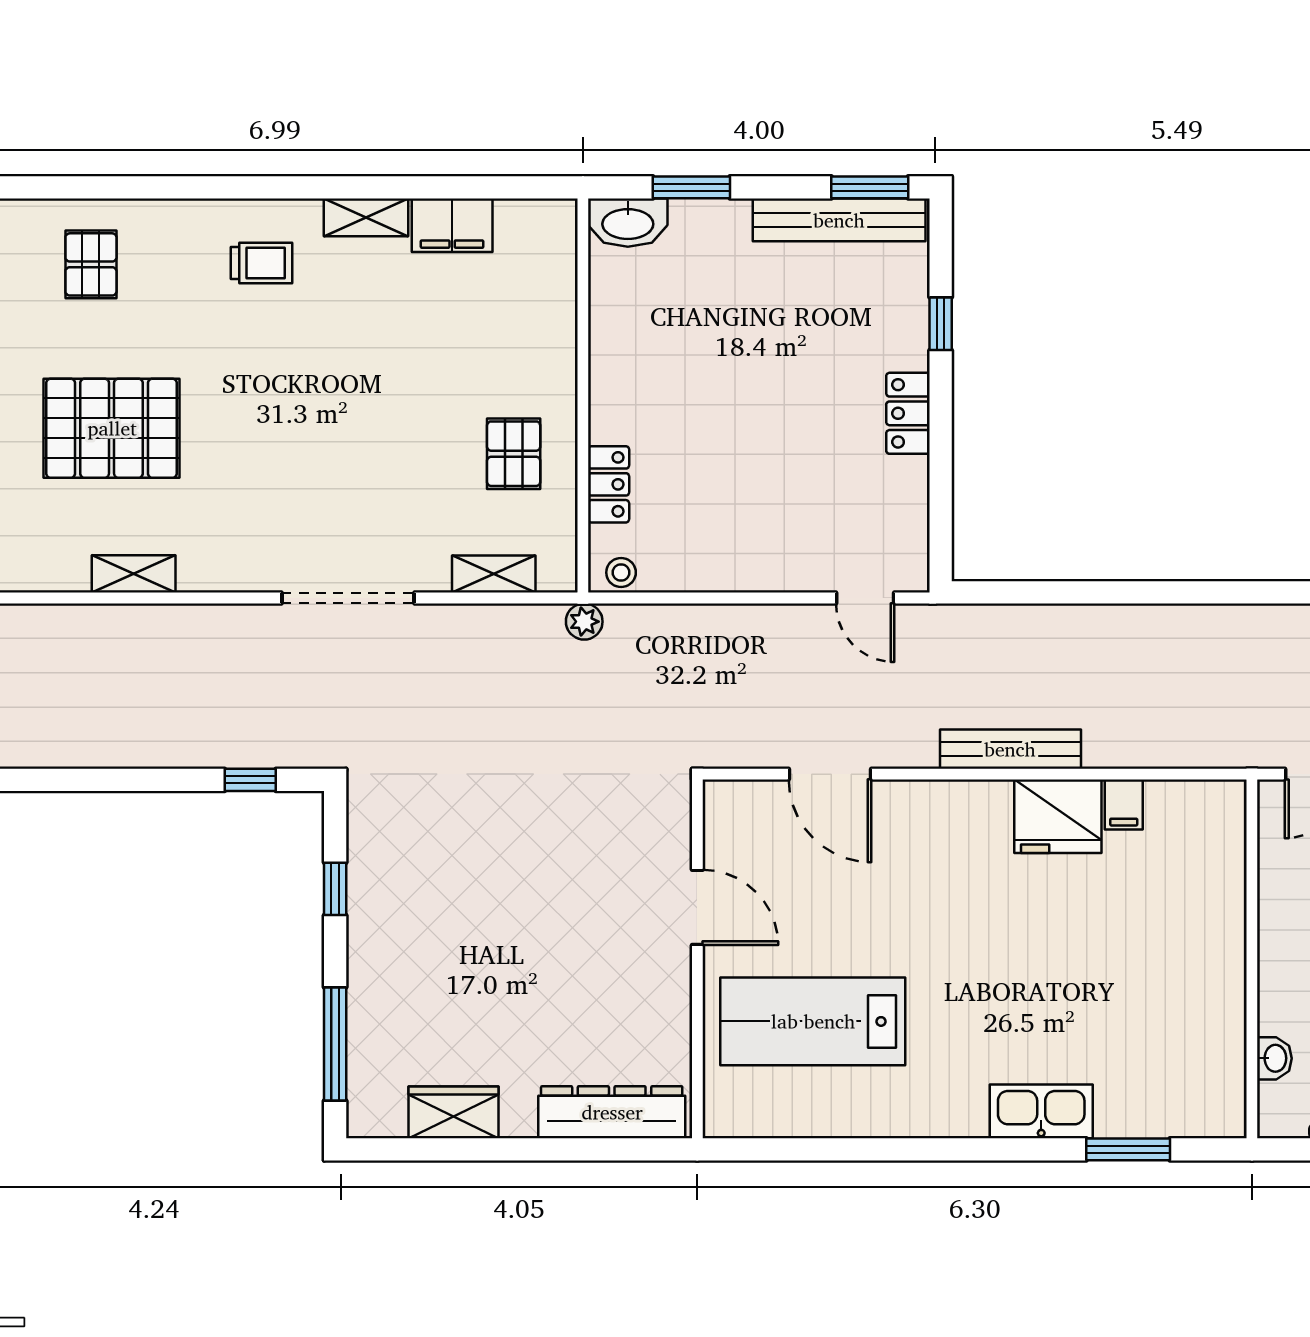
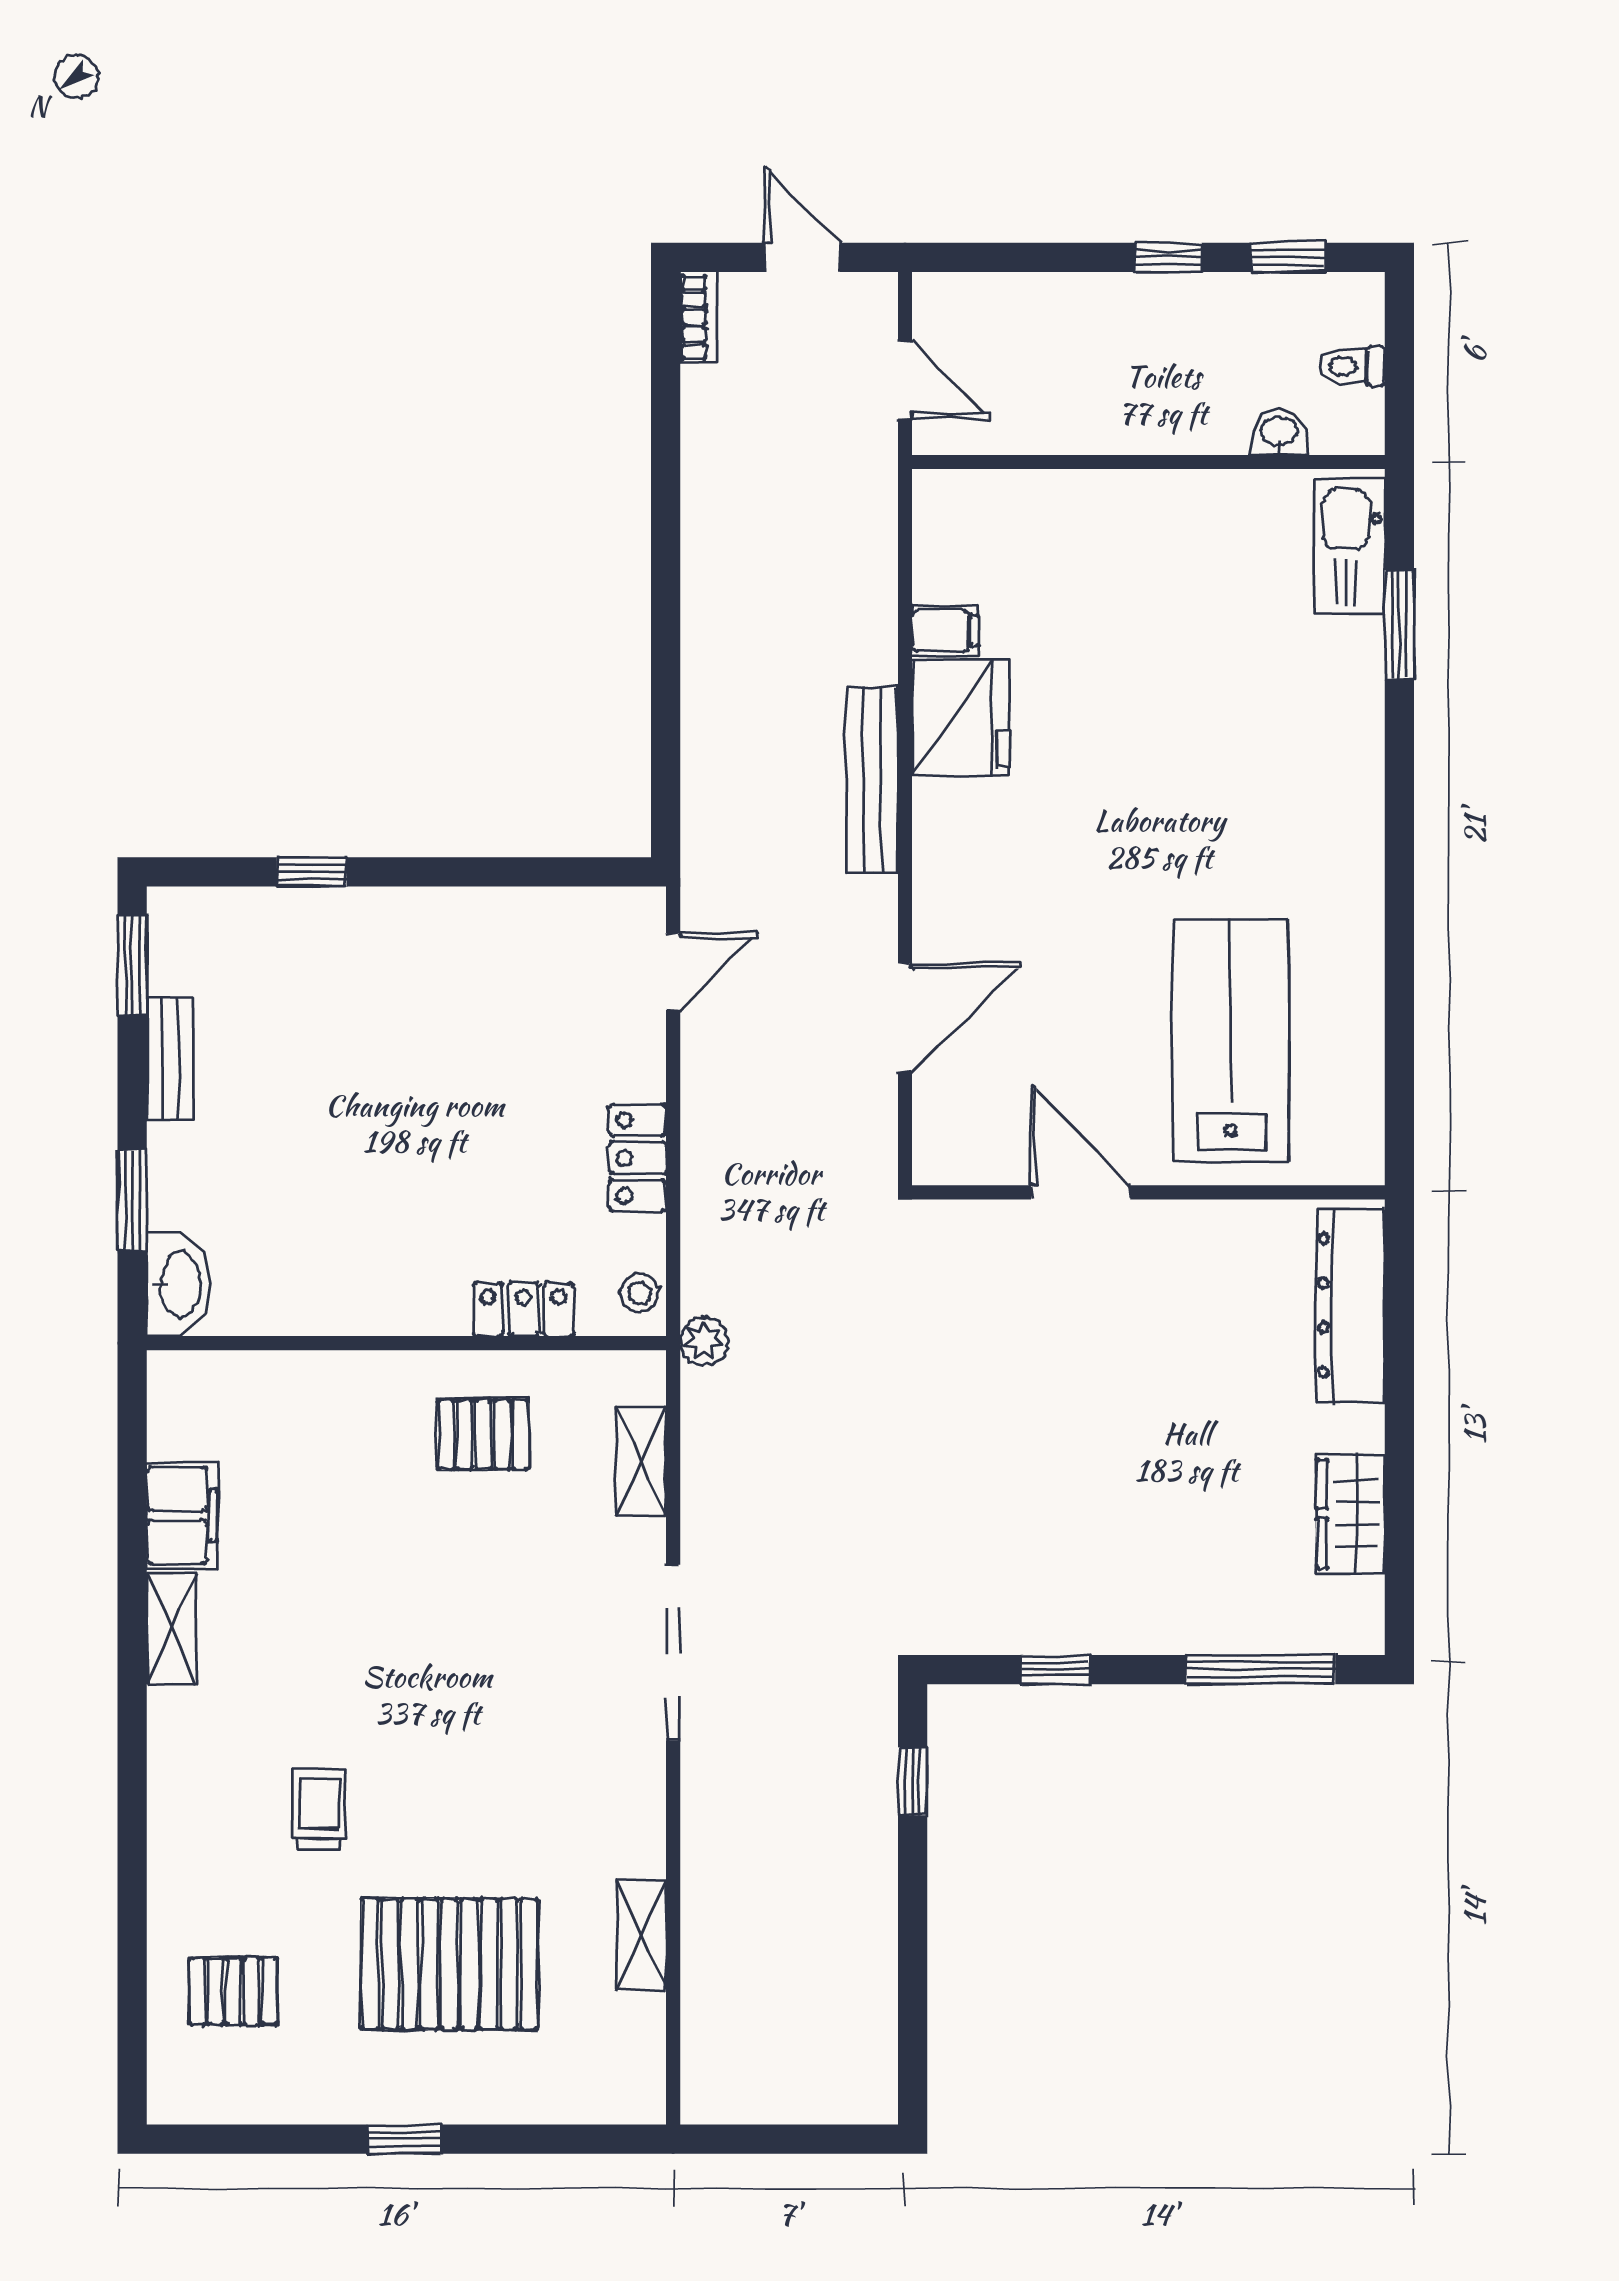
bench: (839, 220) -> (170, 1058), width x0.54, depth x0.82
trolley: (261, 263) -> (319, 1809), moved
locker: (908, 413) -> (638, 1158), moved, turned 90
pallet: (112, 428) -> (449, 1964), turned 90
door: (697, 907) -> (1081, 1192), hinge flipped
lab bench: (813, 1021) -> (1231, 1040), turned 180
kitchen sink: (1041, 1111) -> (1349, 546), moved

